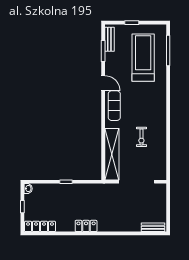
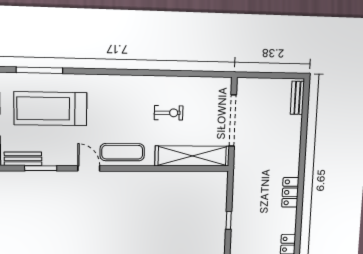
door: (103, 83) -> (89, 168), hinge flipped

